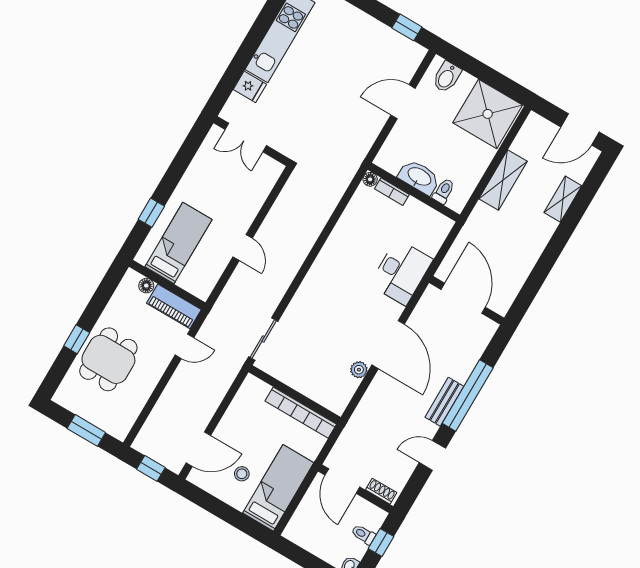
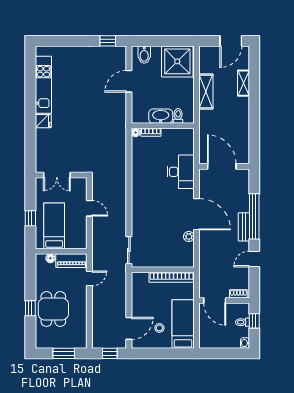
double door: (246, 138) -> (57, 175), moved
wall: (252, 141) -> (61, 175), moved

